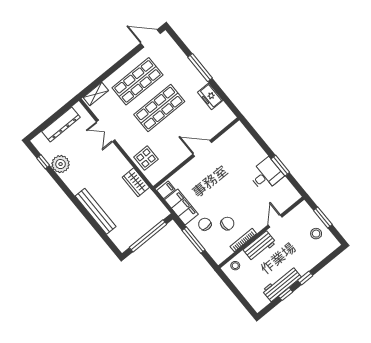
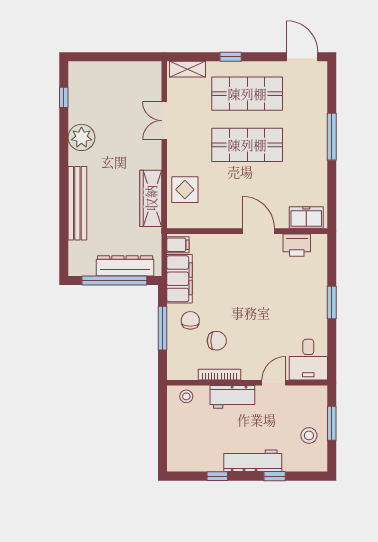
window: (113, 69) -> (231, 57), added
freezer: (210, 96) -> (306, 218), moved, turned 90
dresser: (61, 124) -> (125, 266), moved, turned 180
printer: (228, 139) -> (297, 245), added
plant: (61, 164) -> (81, 137), moved
window: (280, 166) -> (332, 303), moved
desk: (266, 175) -> (308, 360), moved, turned 90
wardrobe: (136, 182) -> (151, 198), width x1.50
window: (305, 278) -> (275, 476), moved
workbench: (282, 284) -> (253, 461), moved

